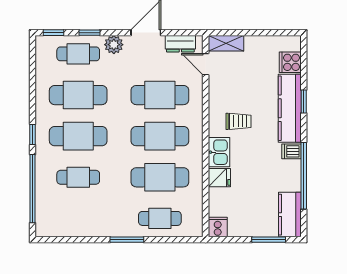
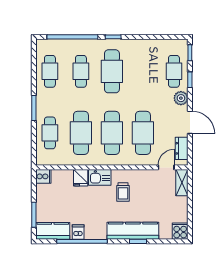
cooker: (290, 62) -> (180, 231), moved
cafe table: (78, 95) -> (50, 71), moved, width x0.73, depth x0.74
dishwasher: (291, 151) -> (78, 232), moved

